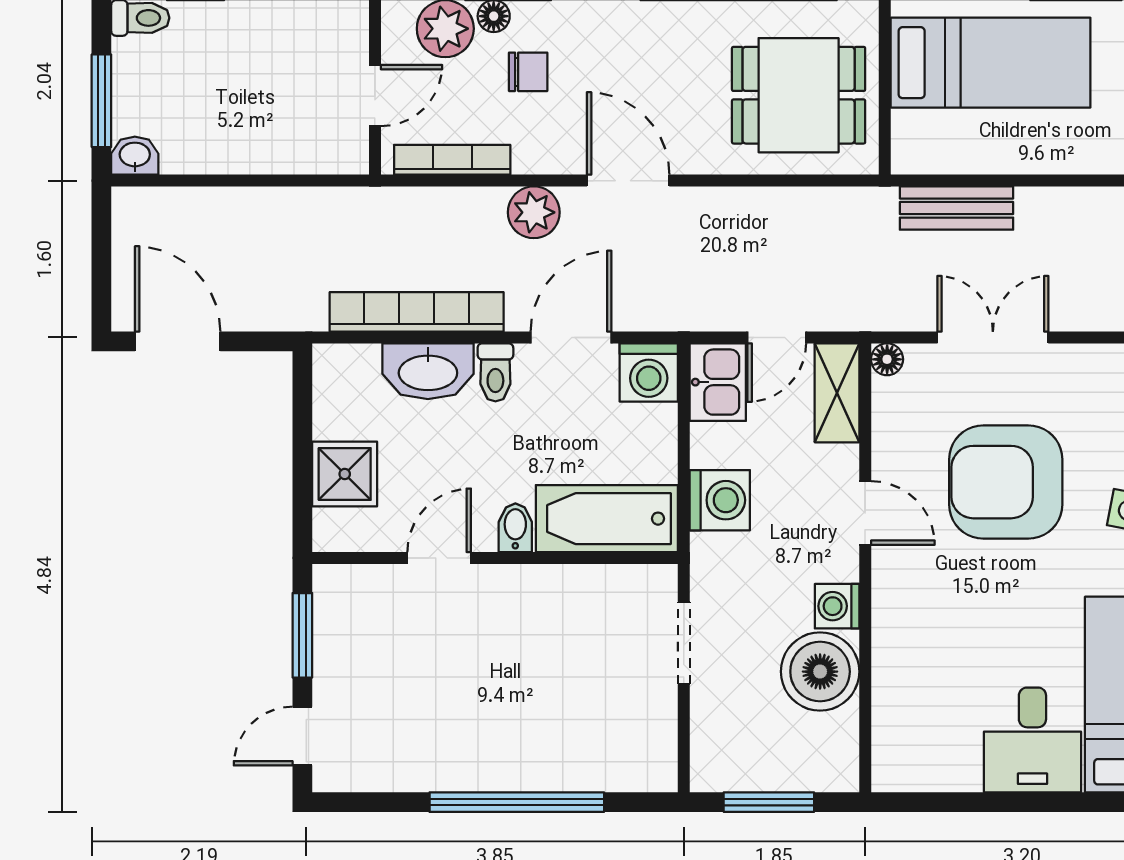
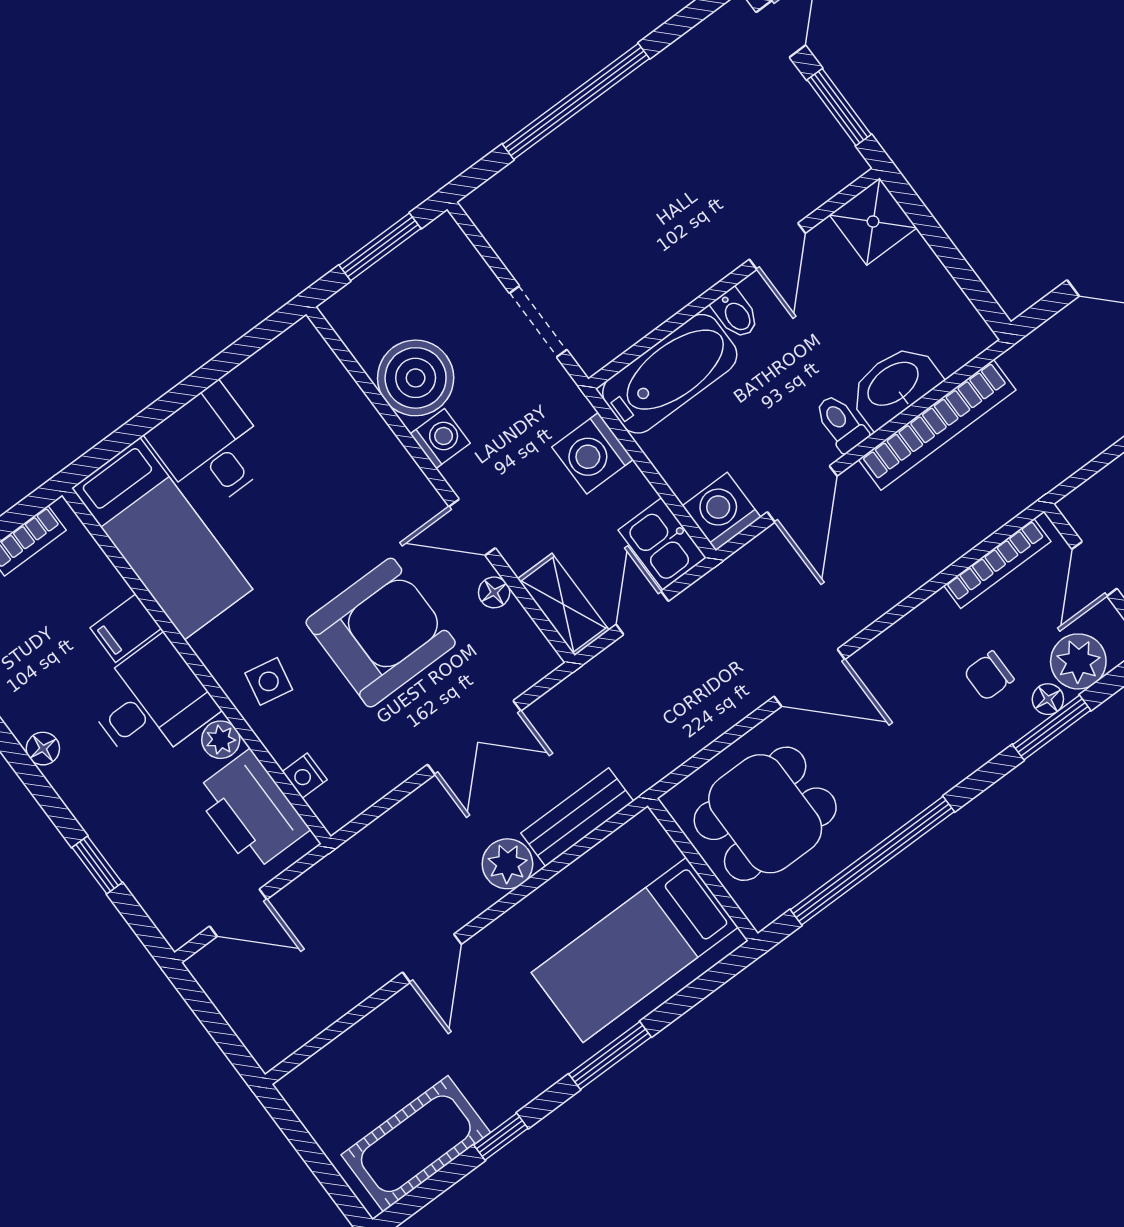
door: (628, 181) -> (810, 678), moved
plant: (534, 212) -> (507, 864), moved
floor lamp: (887, 359) -> (494, 592), moved
shower: (345, 474) -> (873, 221), moved

